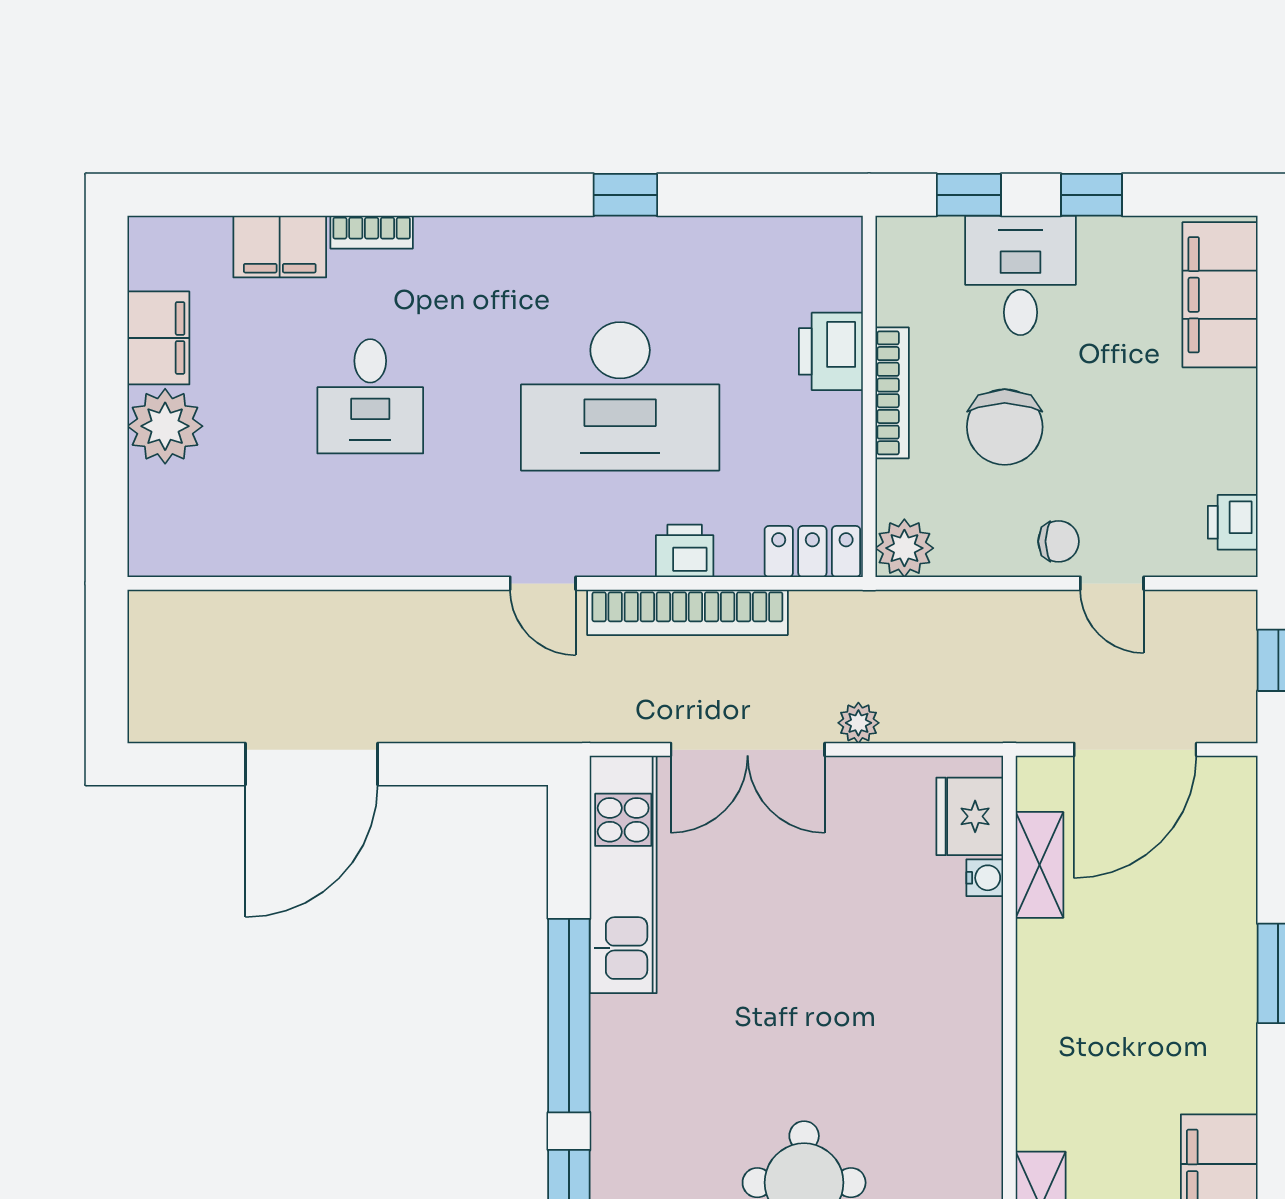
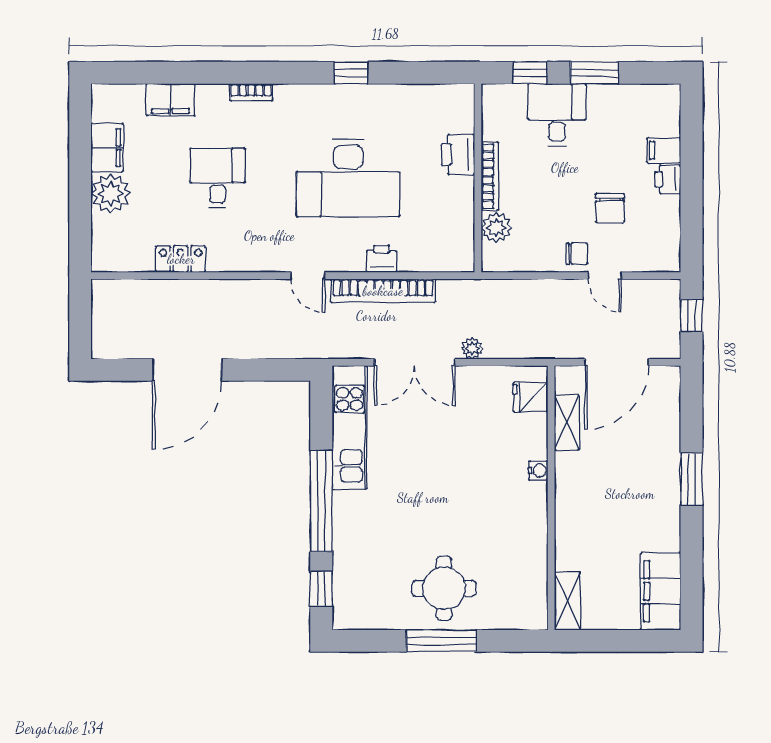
window: (1092, 195) -> (594, 73), width x1.50
bookcase: (372, 232) -> (251, 92), moved
filing cabinet: (1220, 295) -> (664, 150), width x0.33, depth x0.86
desk: (370, 396) -> (218, 178), turned 180
chair: (1005, 427) -> (610, 208), moved, width x0.73, depth x0.73
printer: (1233, 522) -> (668, 179), moved
plant: (904, 548) -> (496, 228), moved
locker: (812, 552) -> (181, 259), moved
fridge: (970, 816) -> (530, 397), width x0.72
water cooler: (985, 878) -> (538, 470), moved

